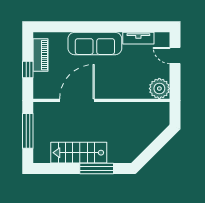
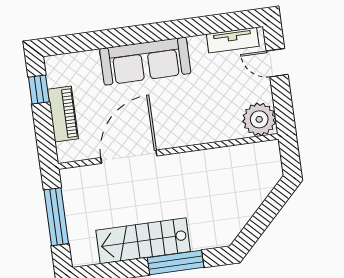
tv unit: (138, 38) -> (233, 40), moved
piano: (41, 55) -> (63, 114), moved
window: (28, 70) -> (39, 89), moved

